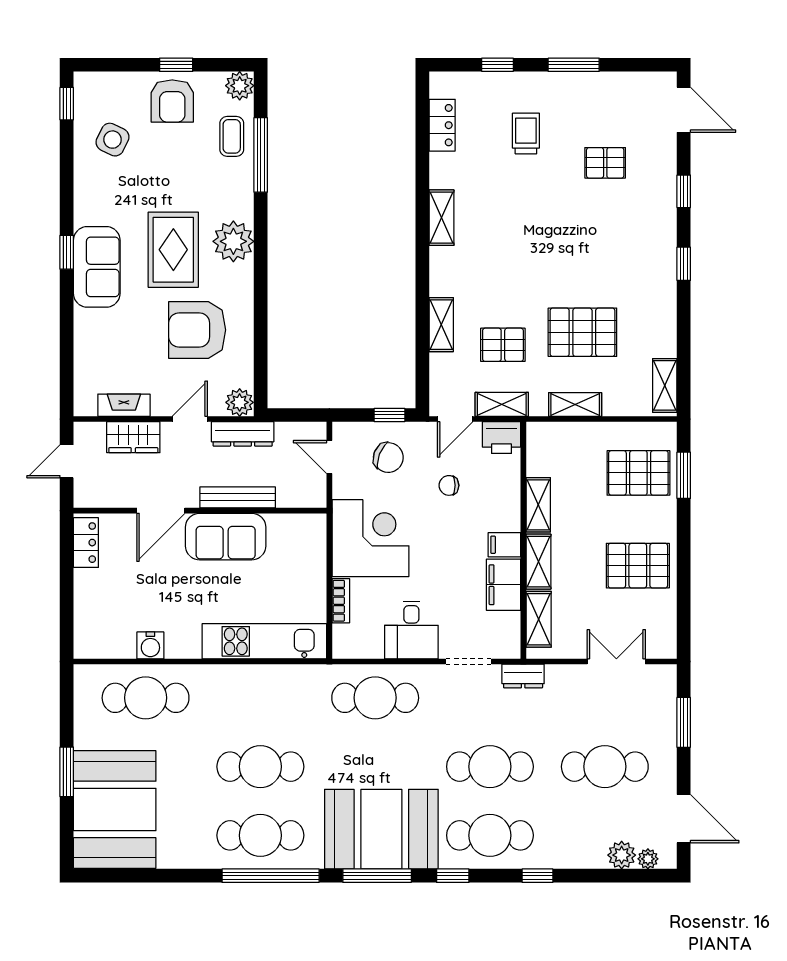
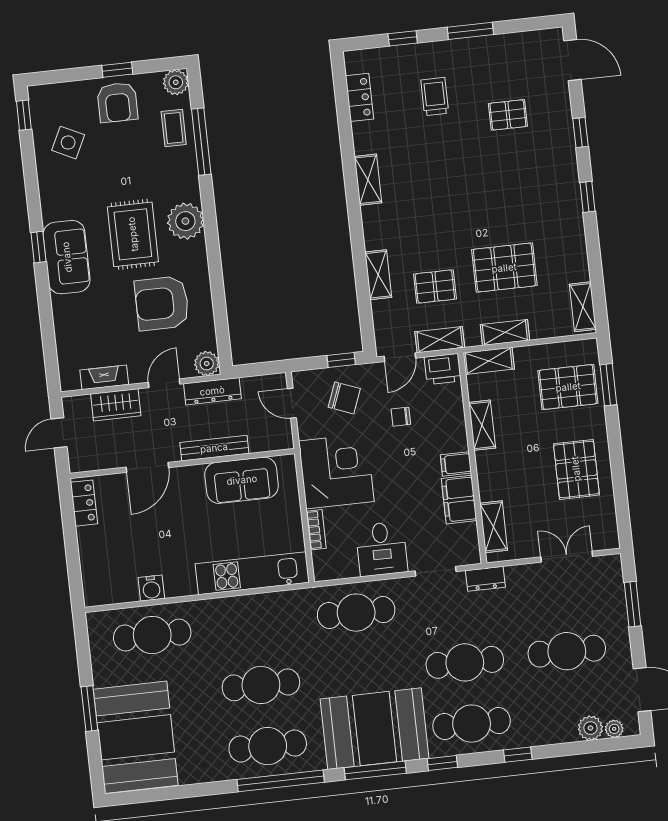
sofa: (226, 537) -> (242, 480), moved
shelving: (538, 562) -> (489, 361), moved, turned 90
pallet: (638, 566) -> (576, 469), turned 90

